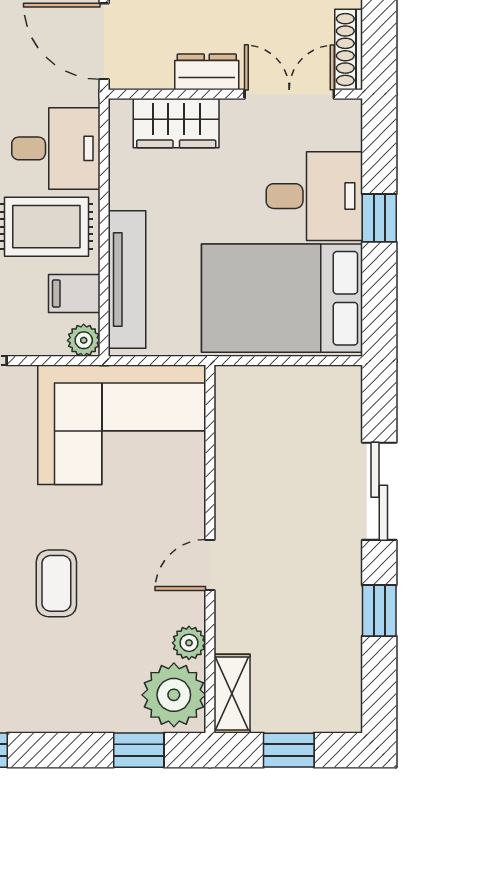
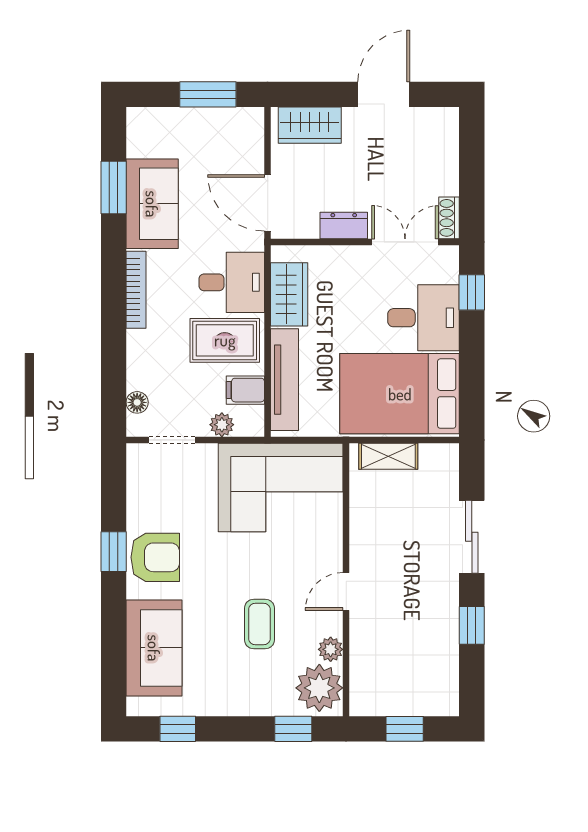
shoe rack: (349, 50) -> (449, 218), width x0.70
wardrobe: (176, 123) -> (289, 294), moved, turned -90
window: (379, 218) -> (472, 292), moved
plant: (84, 340) -> (222, 425), moved
coffee table: (56, 583) -> (259, 624), moved
shelving: (232, 694) -> (388, 456), moved, turned 90

